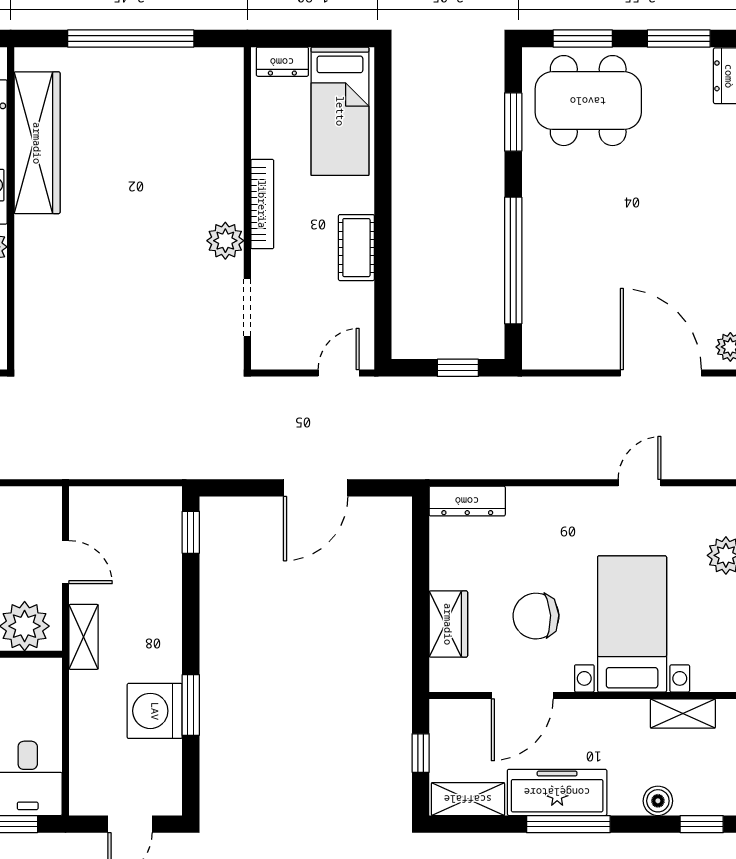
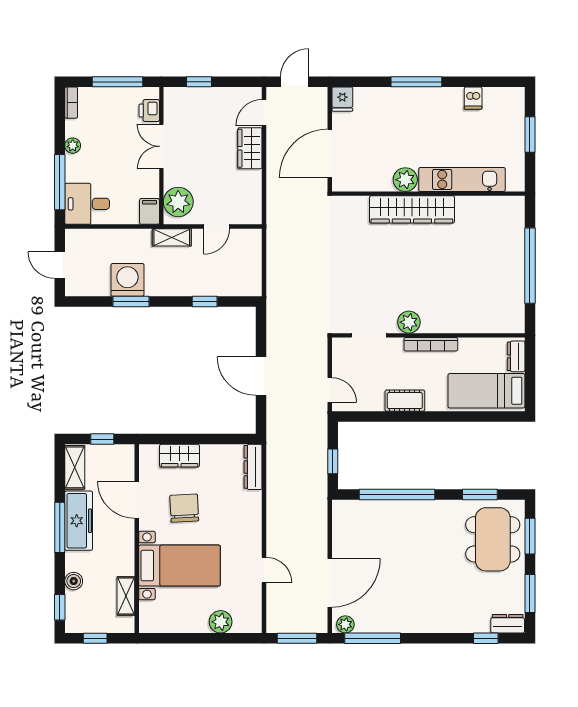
wardrobe: (37, 143) -> (412, 209), moved
window: (191, 532) -> (205, 301), moved
filing cabinet: (40, 674) -> (150, 211), added

